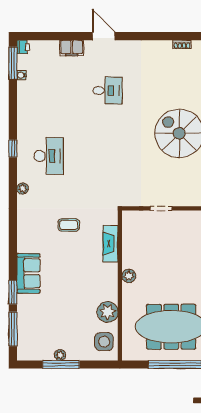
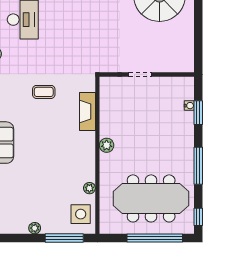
plant: (108, 312) -> (89, 188), width x0.53, depth x0.53
window: (61, 364) -> (64, 238), moved

